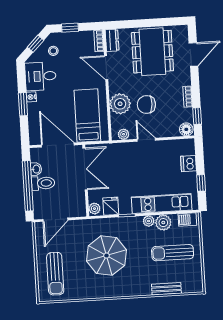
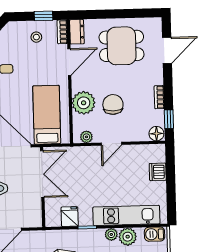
window: (70, 28) -> (44, 16), moved
stool: (53, 51) -> (36, 37), moved
dining table: (152, 52) -> (122, 46), width x0.73
door: (106, 68) -> (69, 62), swing flipped
chair: (146, 104) -> (113, 104), turned 87
door: (146, 140) -> (111, 144), swing flipped
window: (201, 183) -> (171, 194), removed
plant: (94, 209) -> (51, 219), removed

